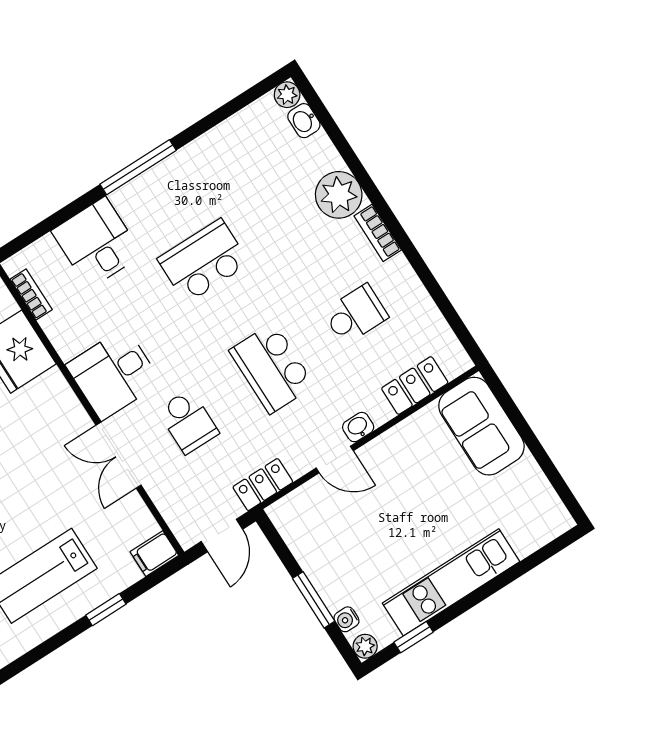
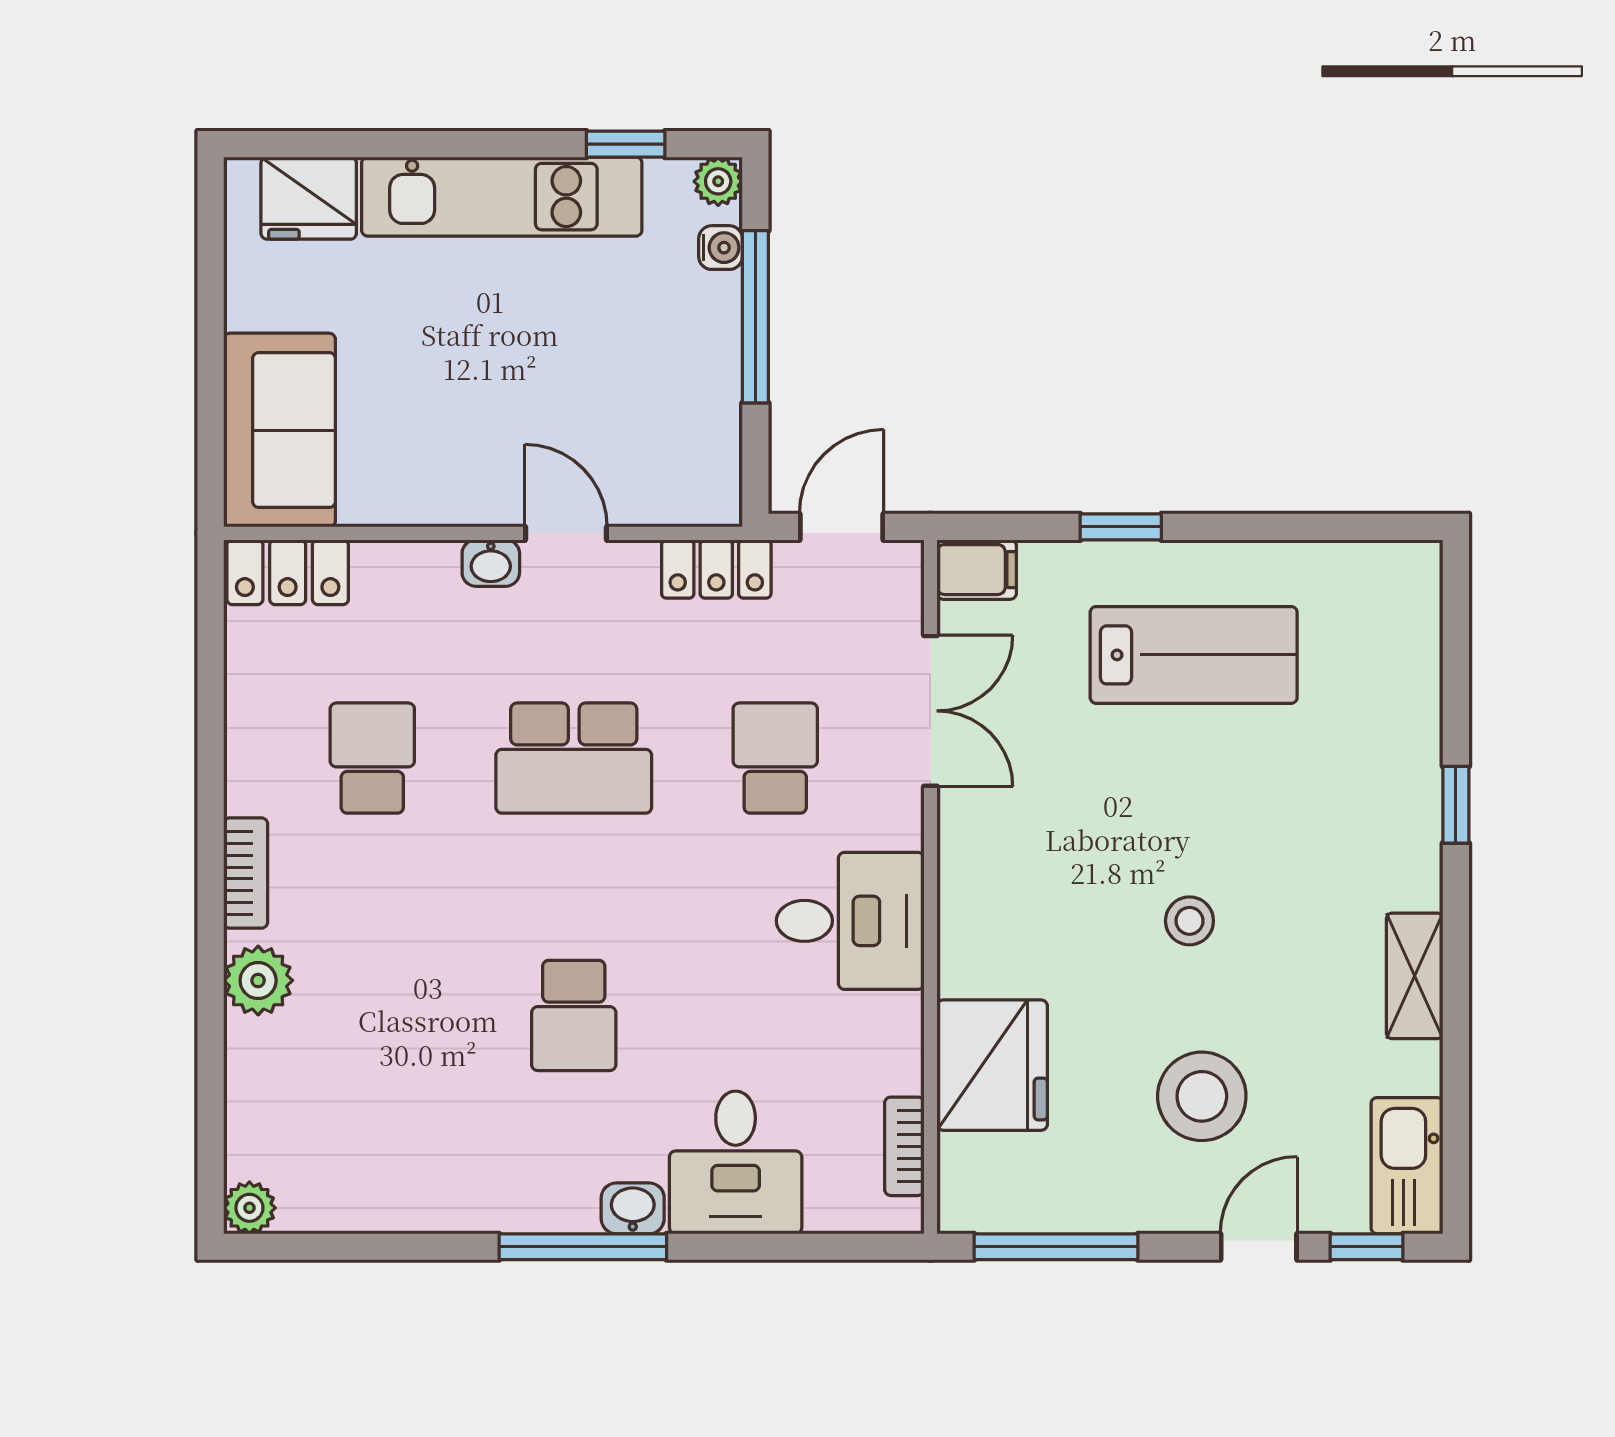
washbasin: (304, 121) -> (633, 1208), moved, turned -90
plant: (339, 195) -> (258, 980), width x0.73, depth x0.73
school desk: (203, 261) -> (574, 1015), width x0.54
school desk: (356, 314) -> (372, 758), turned 90
school desk: (272, 368) -> (574, 758), turned 90
locker: (415, 386) -> (288, 572), moved
double door: (119, 455) -> (930, 711), moved
fridge: (531, 530) -> (309, 198), added
window: (314, 600) -> (755, 317), width x1.44

